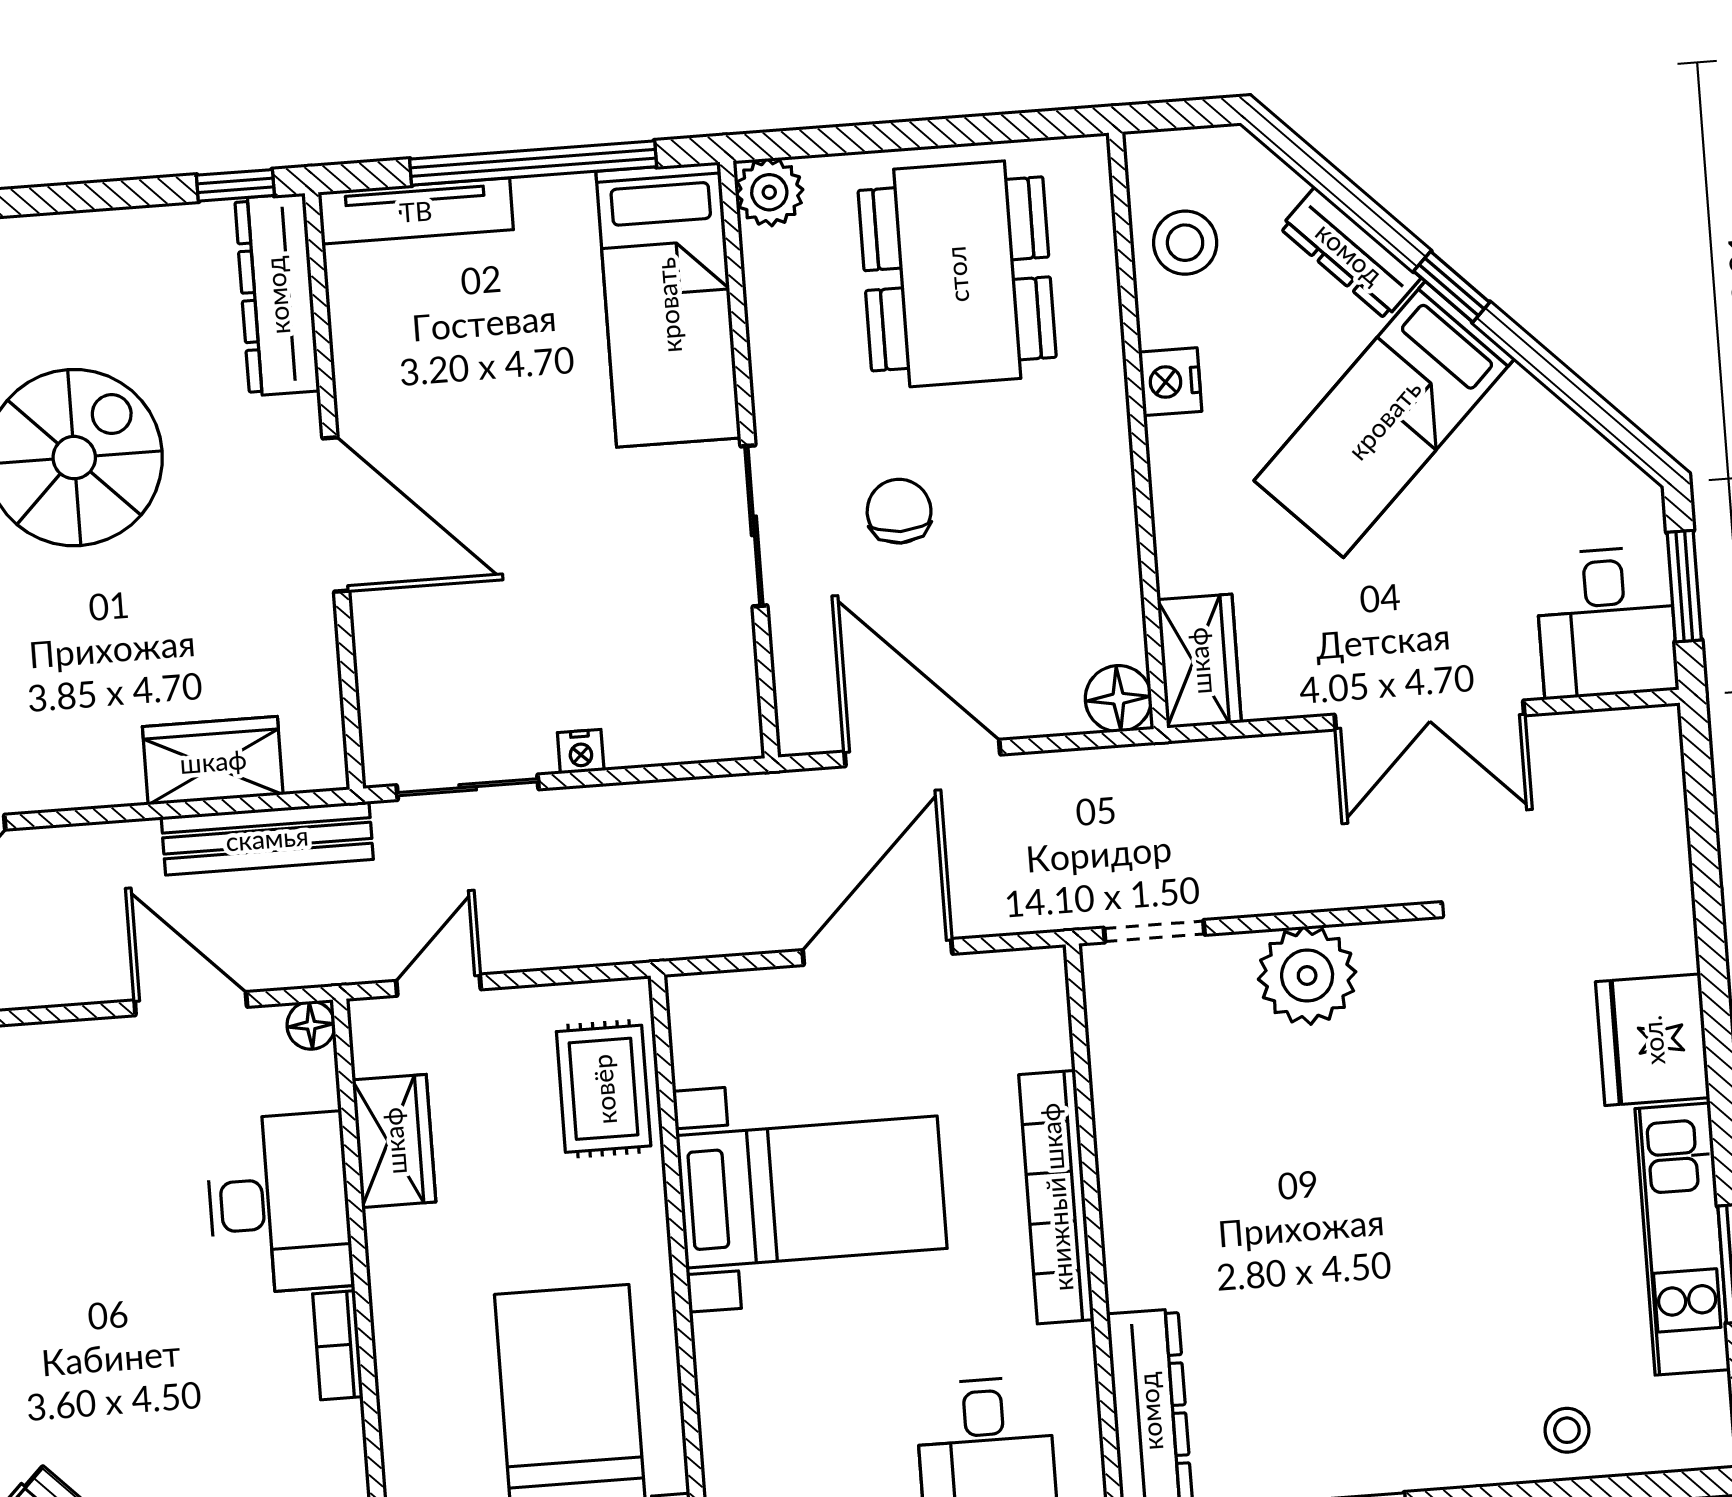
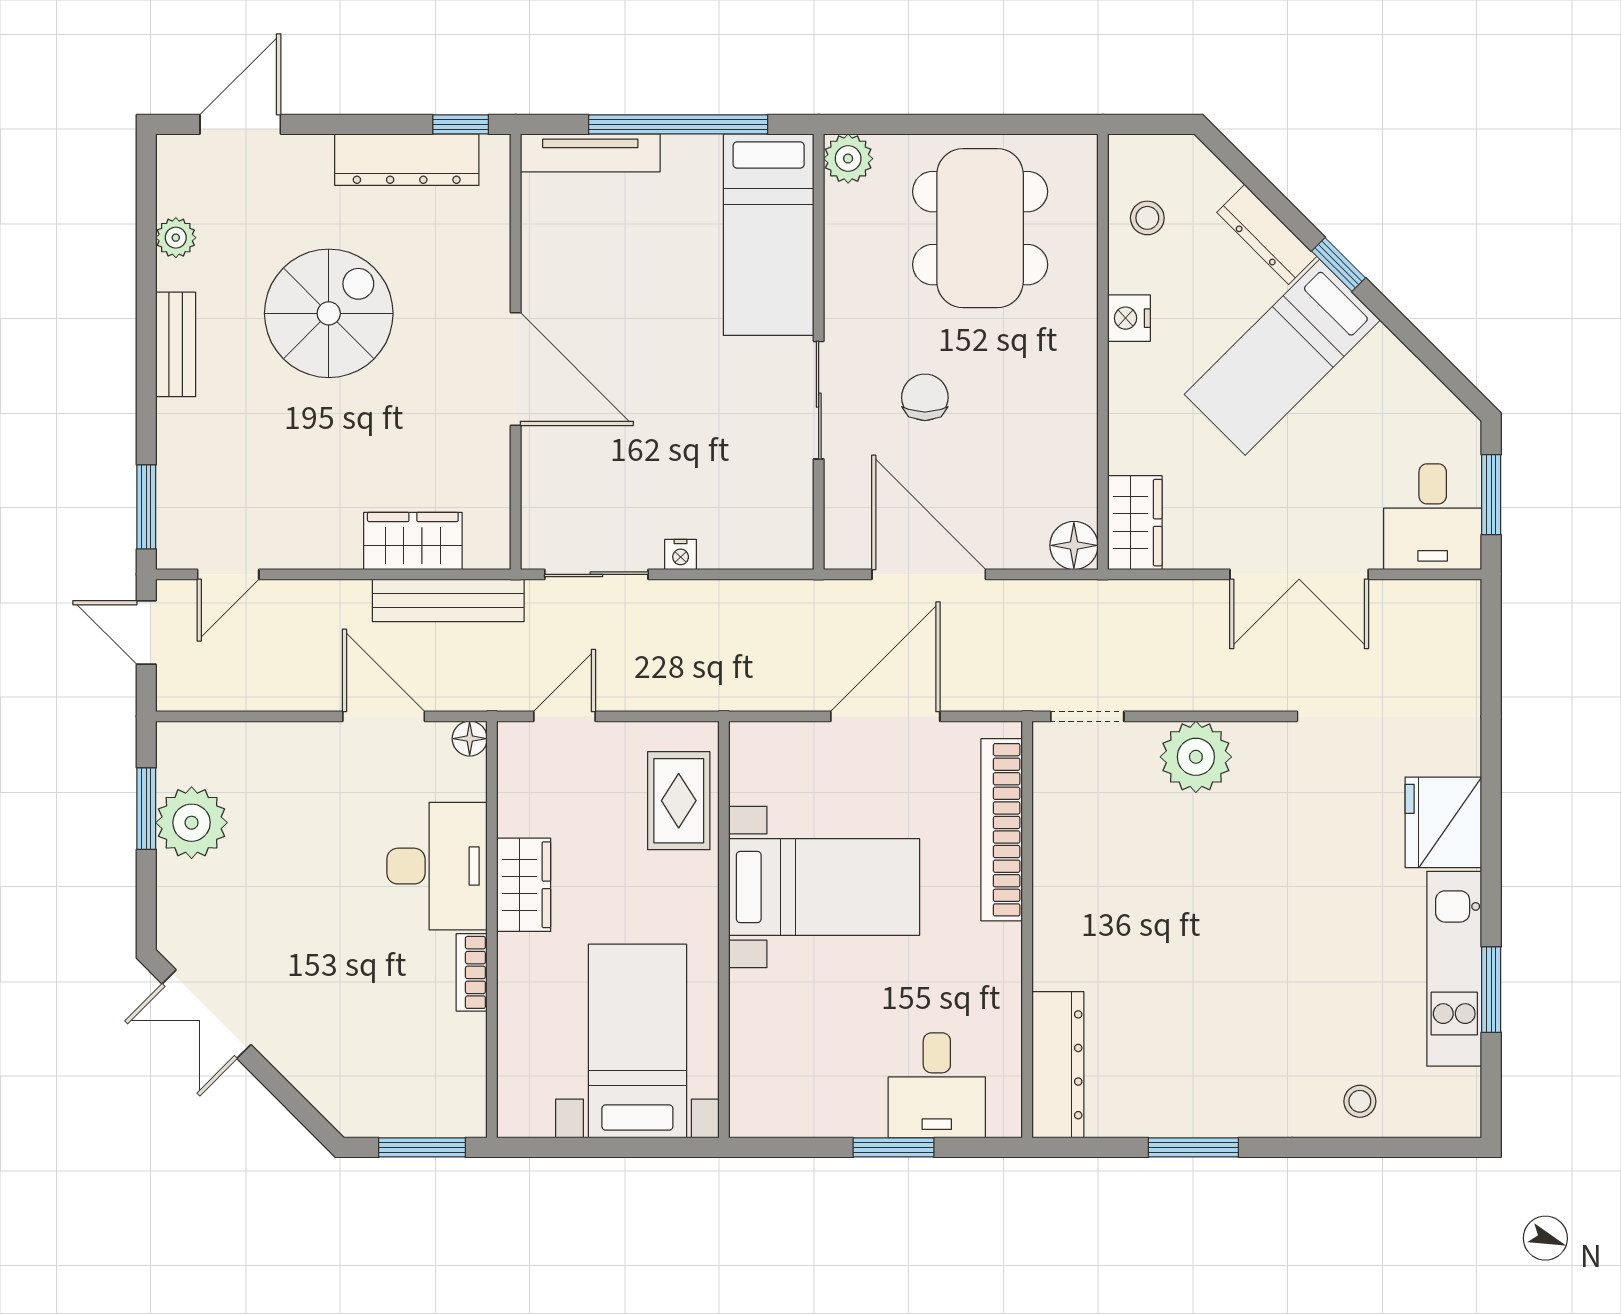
stool: (1185, 243) -> (1147, 218), width x0.73, depth x0.73
dresser: (277, 295) -> (407, 160), moved, turned -90
wardrobe: (394, 1141) -> (524, 885), moved
bookcase: (1056, 1197) -> (1002, 830), moved

